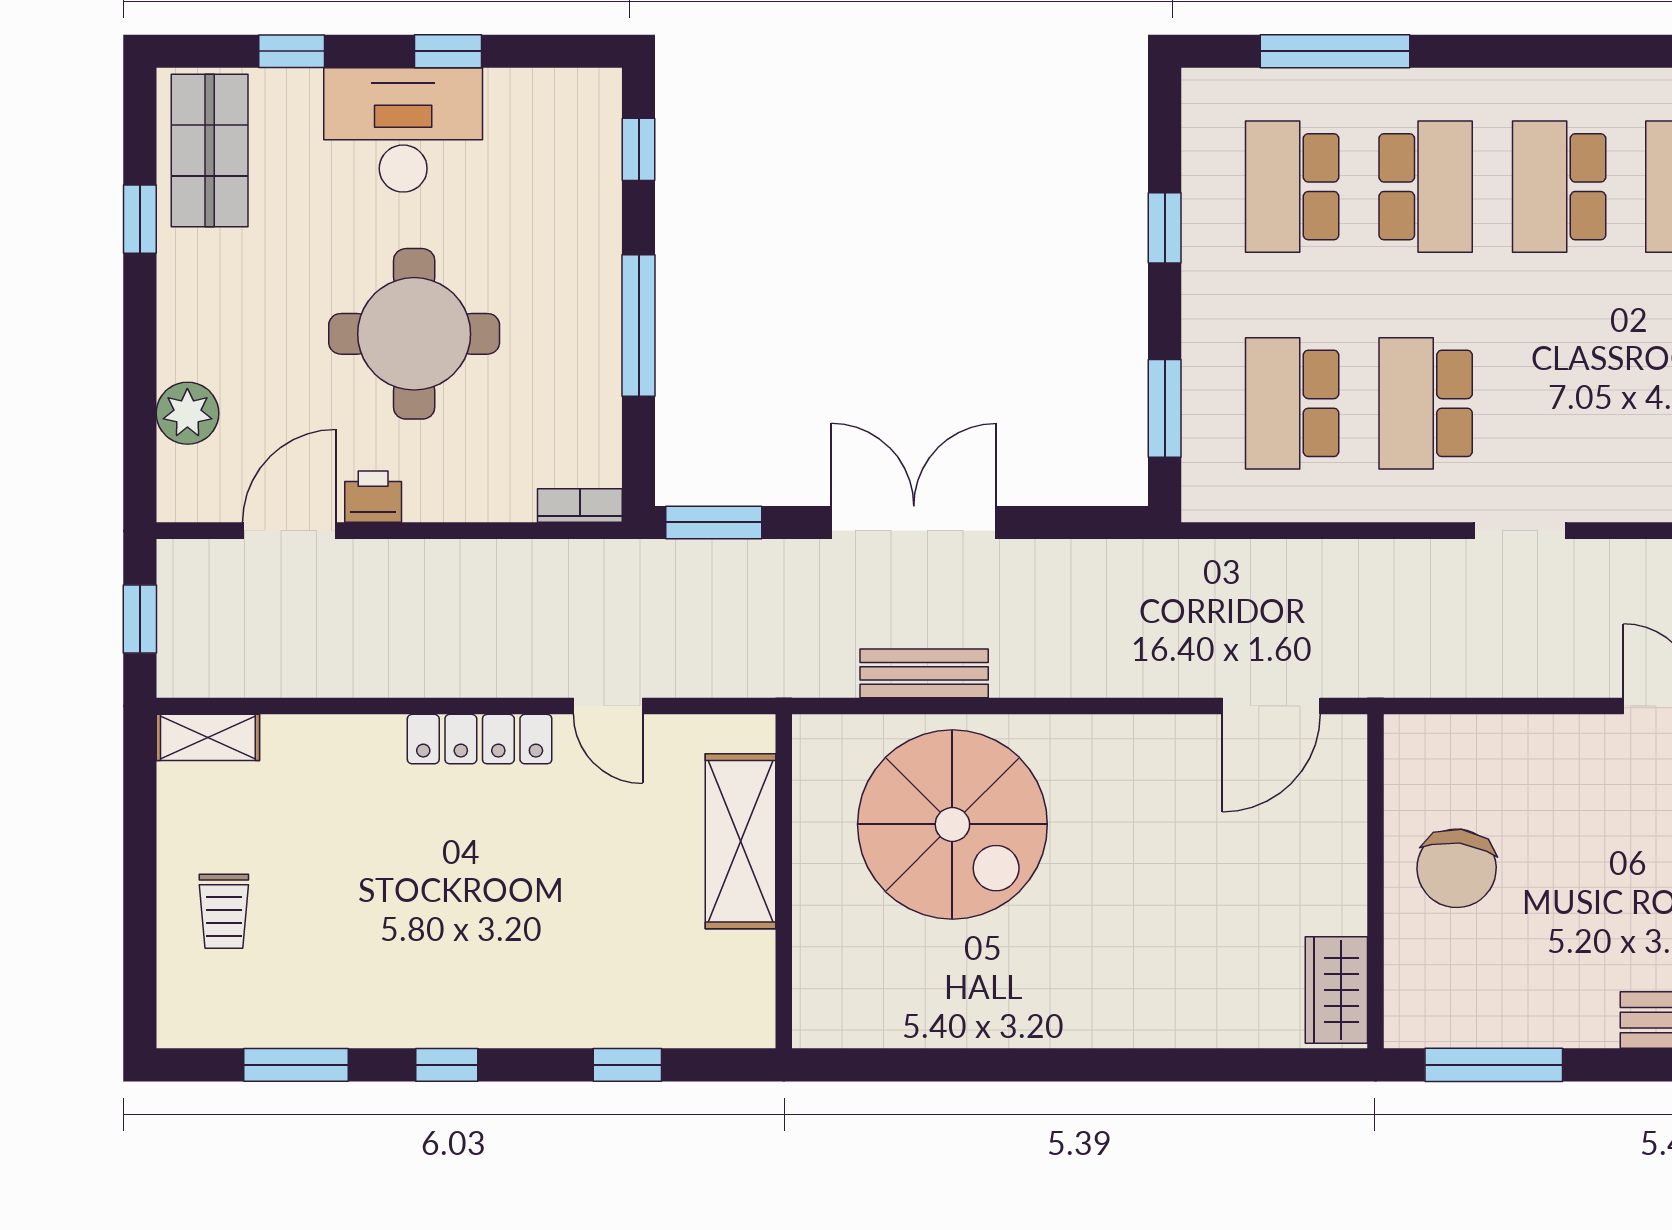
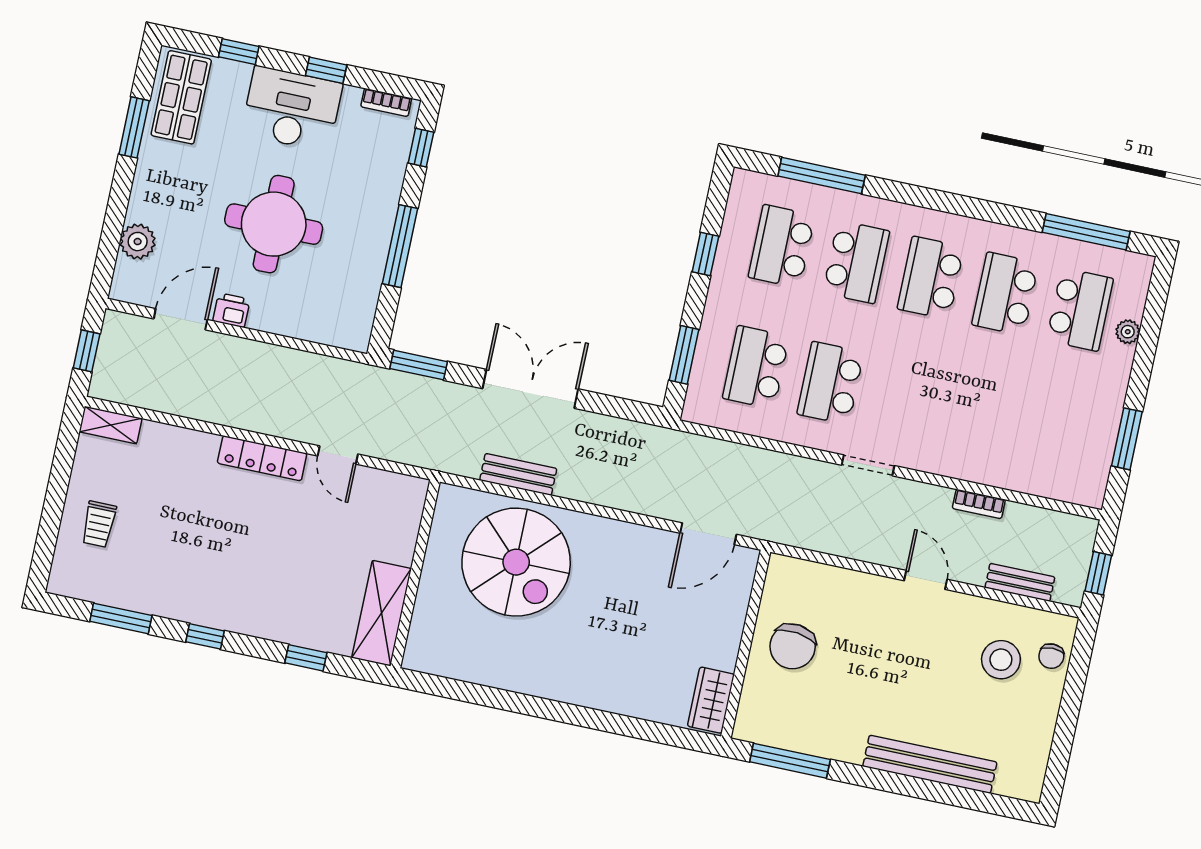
window: (140, 219) -> (134, 127), width x1.50
bookcase: (580, 506) -> (386, 102), moved, turned 180
shelving: (740, 841) -> (382, 613), moved

